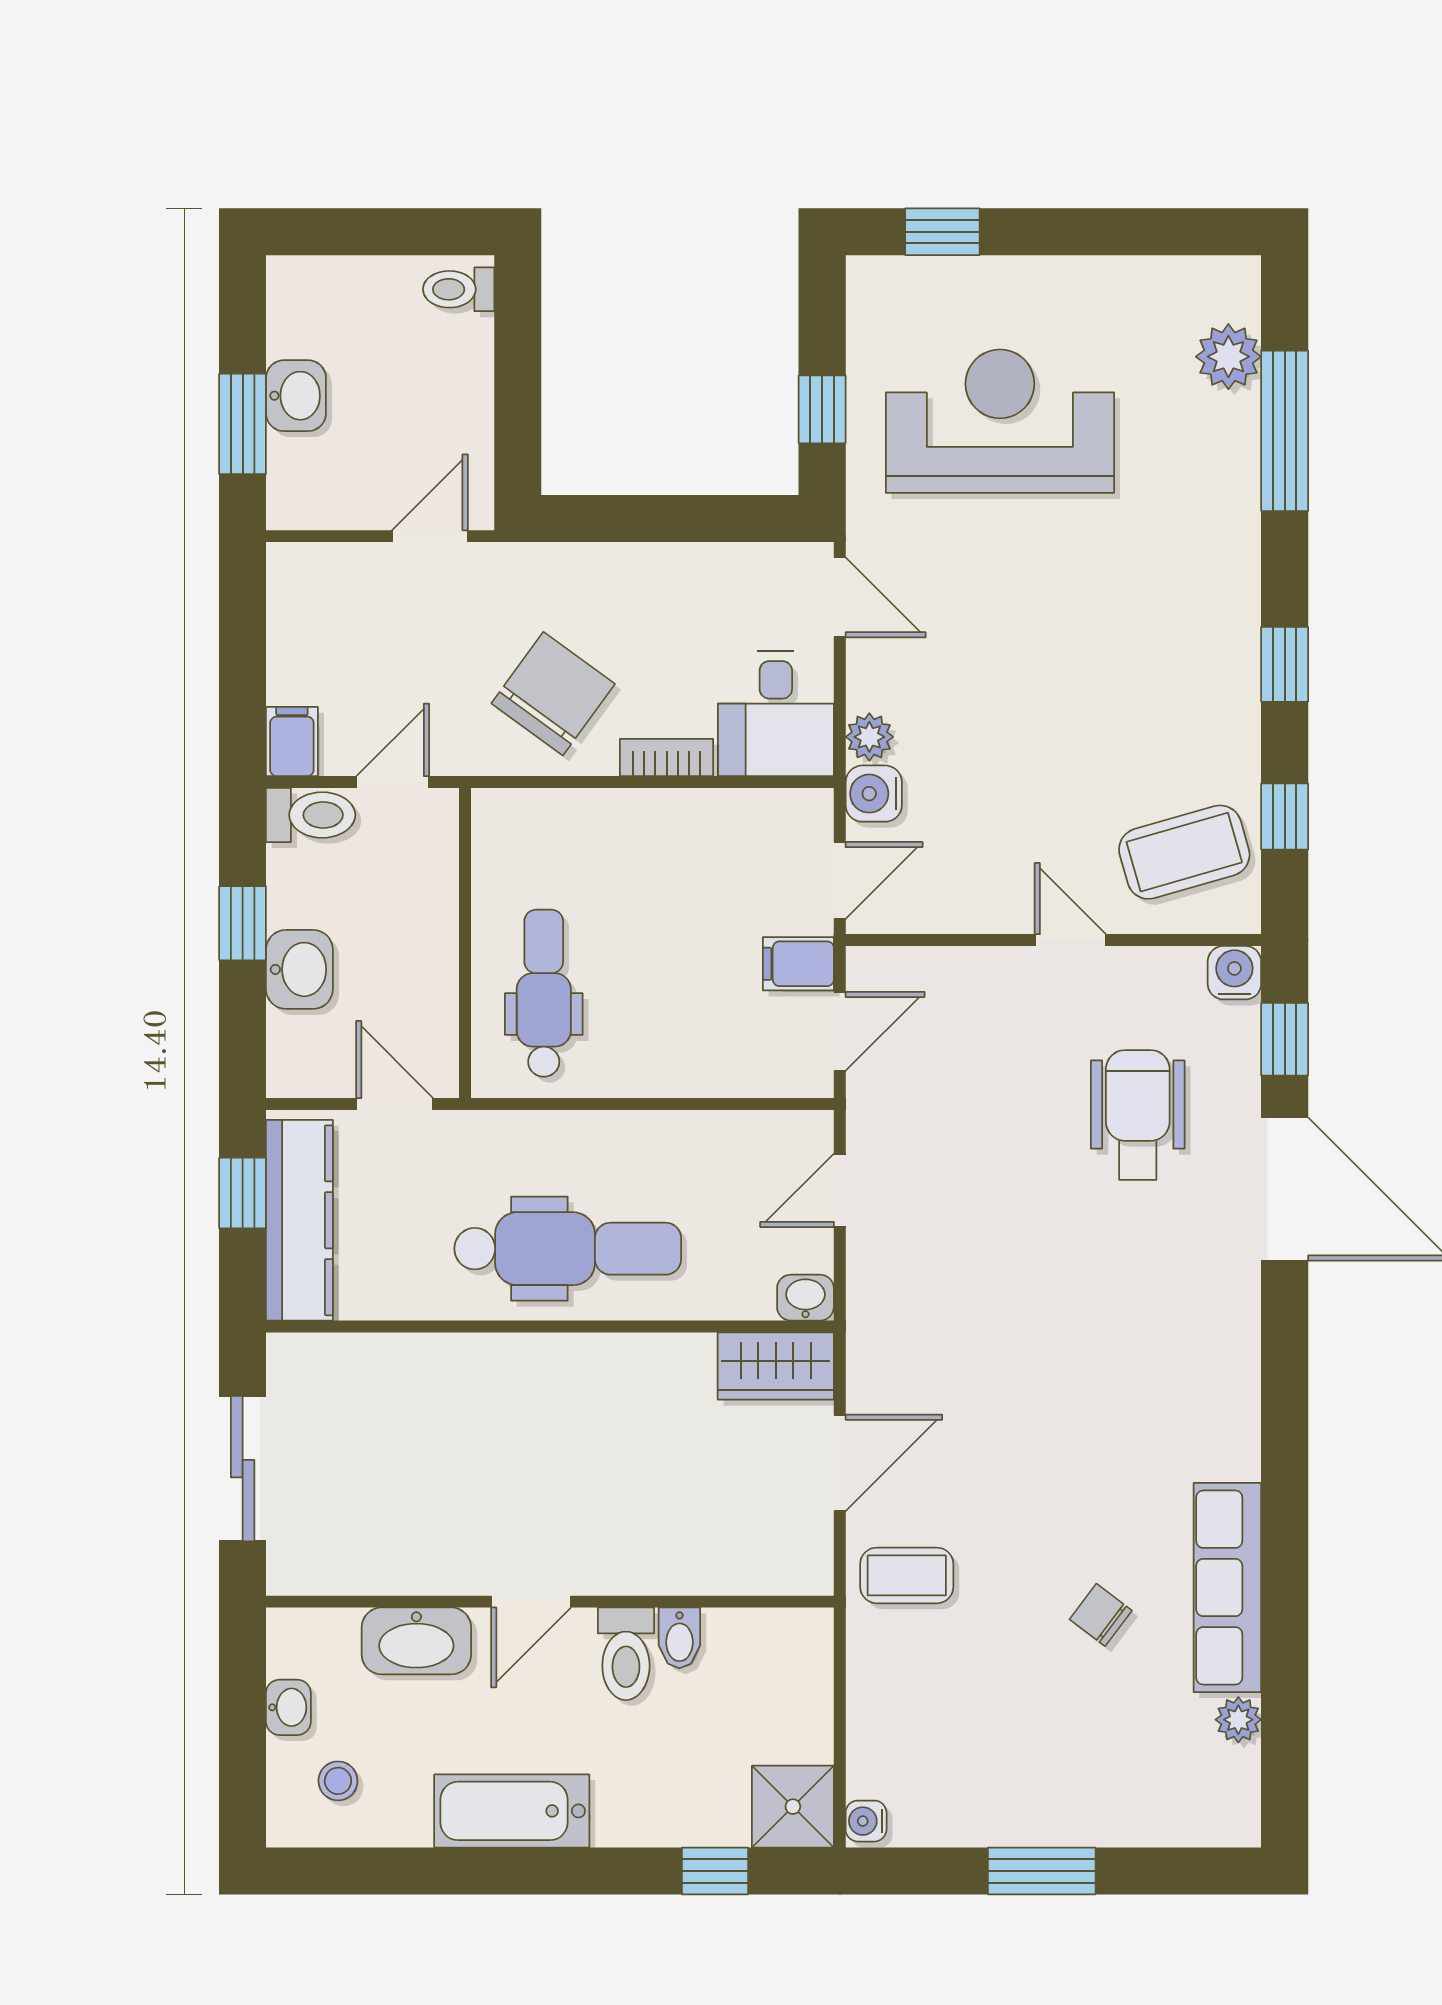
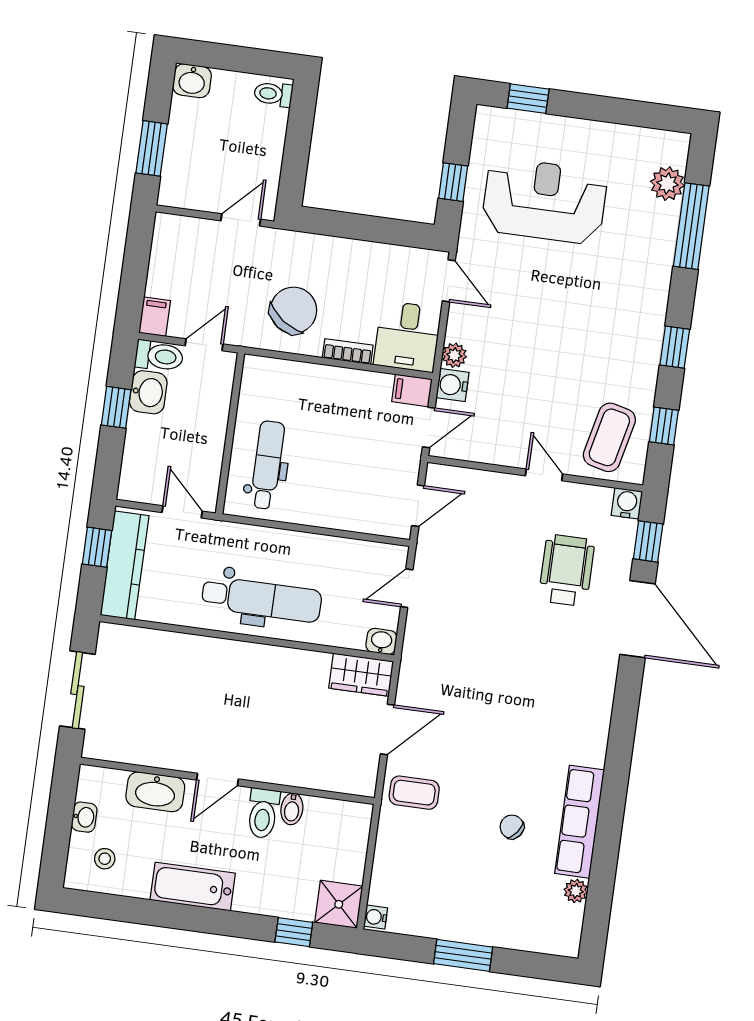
washbasin: (296, 396) -> (192, 81), moved, turned 90
coffee table: (1184, 852) -> (609, 437), turned -61
filing cabinet: (798, 964) -> (412, 390), moved
washbasin: (299, 969) -> (148, 392), moved

